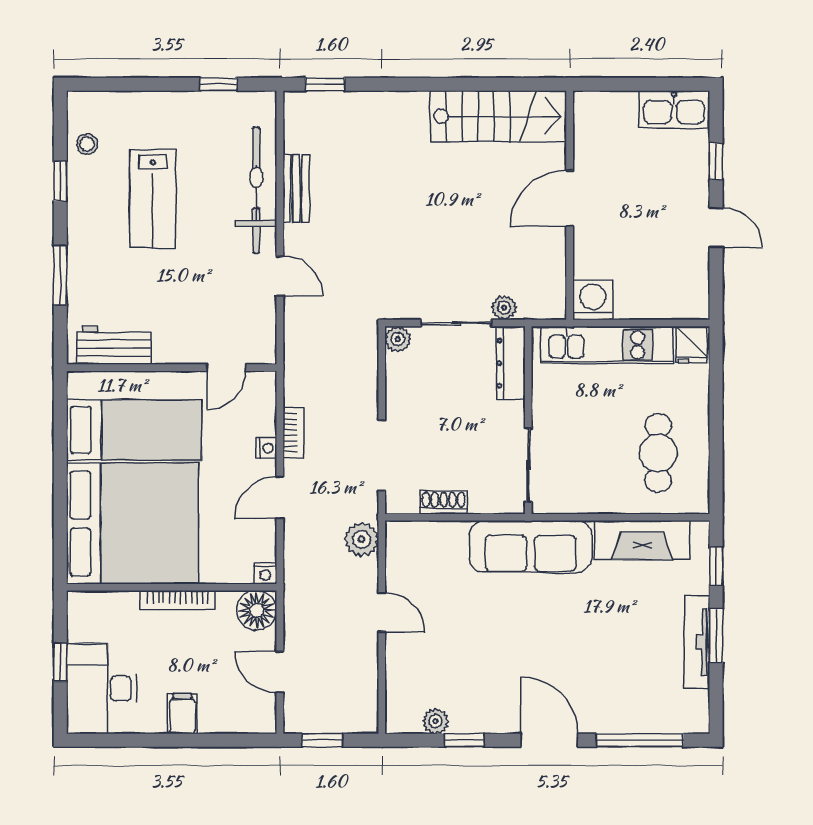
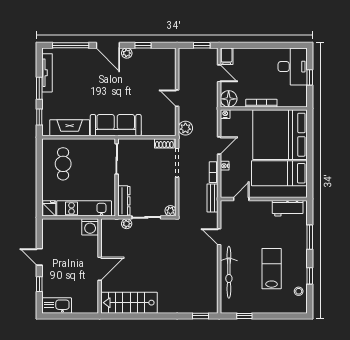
bench: (296, 188) -> (212, 198), moved
shoe rack: (444, 503) -> (164, 143), moved
tv unit: (697, 642) -> (47, 73), moved
filing cabinet: (182, 714) -> (227, 56), moved
plant: (436, 721) -> (127, 53), moved

